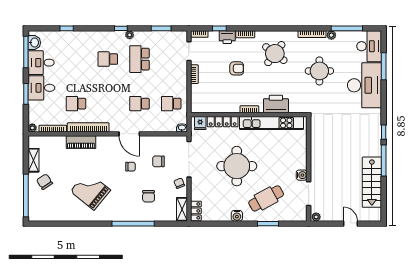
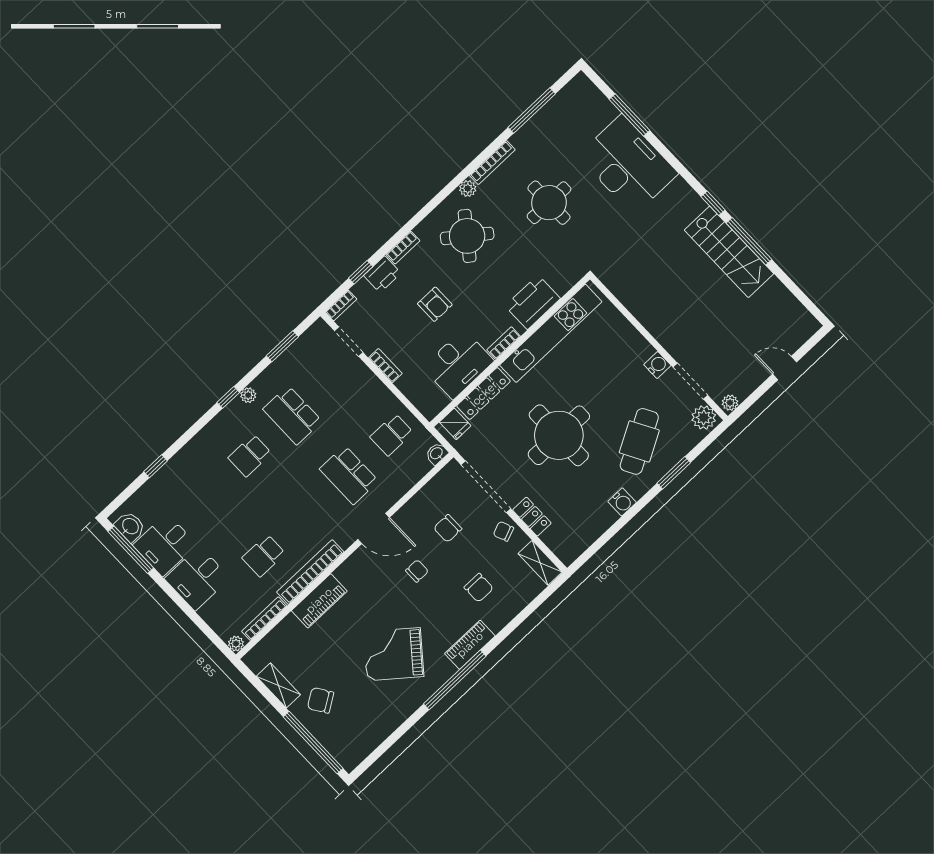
plant: (331, 35) -> (468, 189), moved
desk: (369, 46) -> (458, 364), moved, turned 90
armchair: (237, 68) -> (435, 304), turned 90
window: (26, 94) -> (184, 606), removed
school desk: (139, 104) -> (349, 475), width x1.85
stairs: (372, 182) -> (729, 252), moved
locker: (196, 211) -> (532, 517), moved
plant: (300, 213) -> (704, 418), added
piano: (124, 215) -> (470, 645), added
window: (133, 224) -> (455, 680), moved

